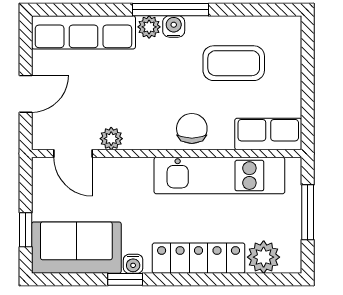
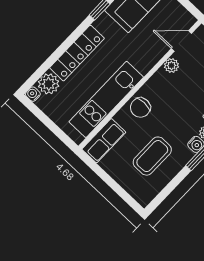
chair: (192, 128) -> (140, 108), turned 90
window: (308, 212) -> (50, 124), removed
water cooler: (133, 264) -> (33, 94), moved

